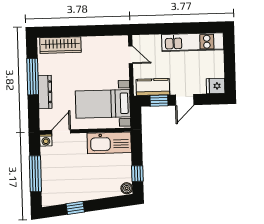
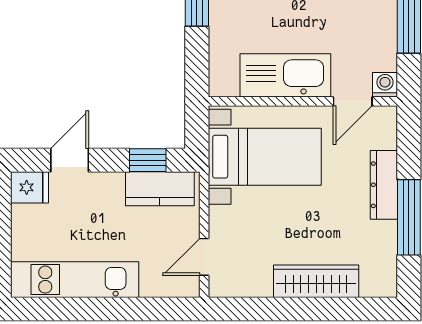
wardrobe: (60, 45) -> (316, 281), moved
door: (131, 55) -> (204, 257), hinge flipped
door: (185, 100) -> (70, 160), moved
kitchen sink: (109, 143) -> (285, 75), moved

